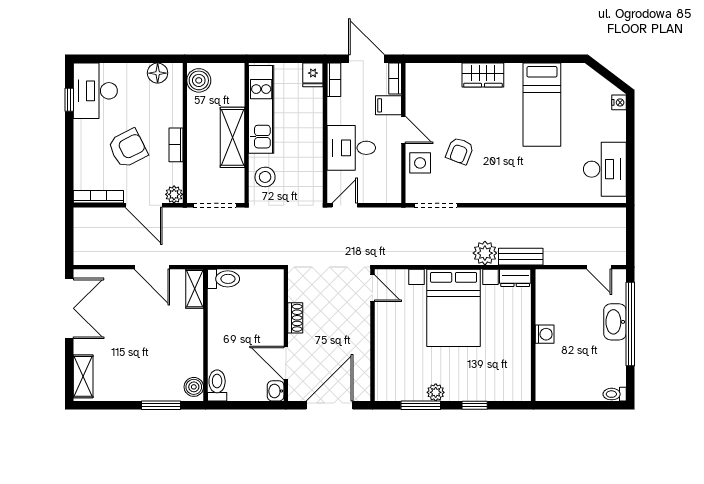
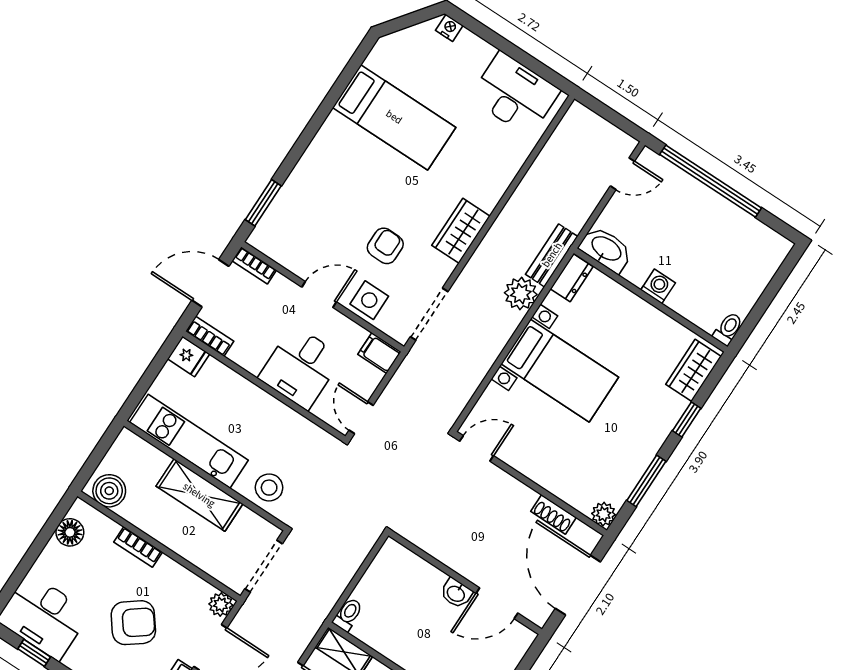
window: (437, 59) -> (263, 203), added
wardrobe: (483, 75) -> (461, 231), moved, turned 180
filing cabinet: (389, 105) -> (379, 353), moved, turned 90
bookcase: (176, 145) -> (138, 547), moved
armchair: (128, 148) -> (133, 623), turned 80
armchair: (460, 151) -> (385, 246), turned -110
toilet: (223, 279) -> (348, 614), width x0.73, depth x0.72
bed with nightstands: (454, 308) -> (560, 371), width x0.73
shoe rack: (295, 318) -> (554, 514), moved, turned 180
washbasin: (615, 322) -> (606, 249), moved, turned 180
wardrobe: (507, 390) -> (693, 370), added
washbasin: (276, 391) -> (456, 593), moved
plant: (436, 392) -> (604, 514), moved
toilet: (615, 394) -> (728, 329), moved, turned 180

